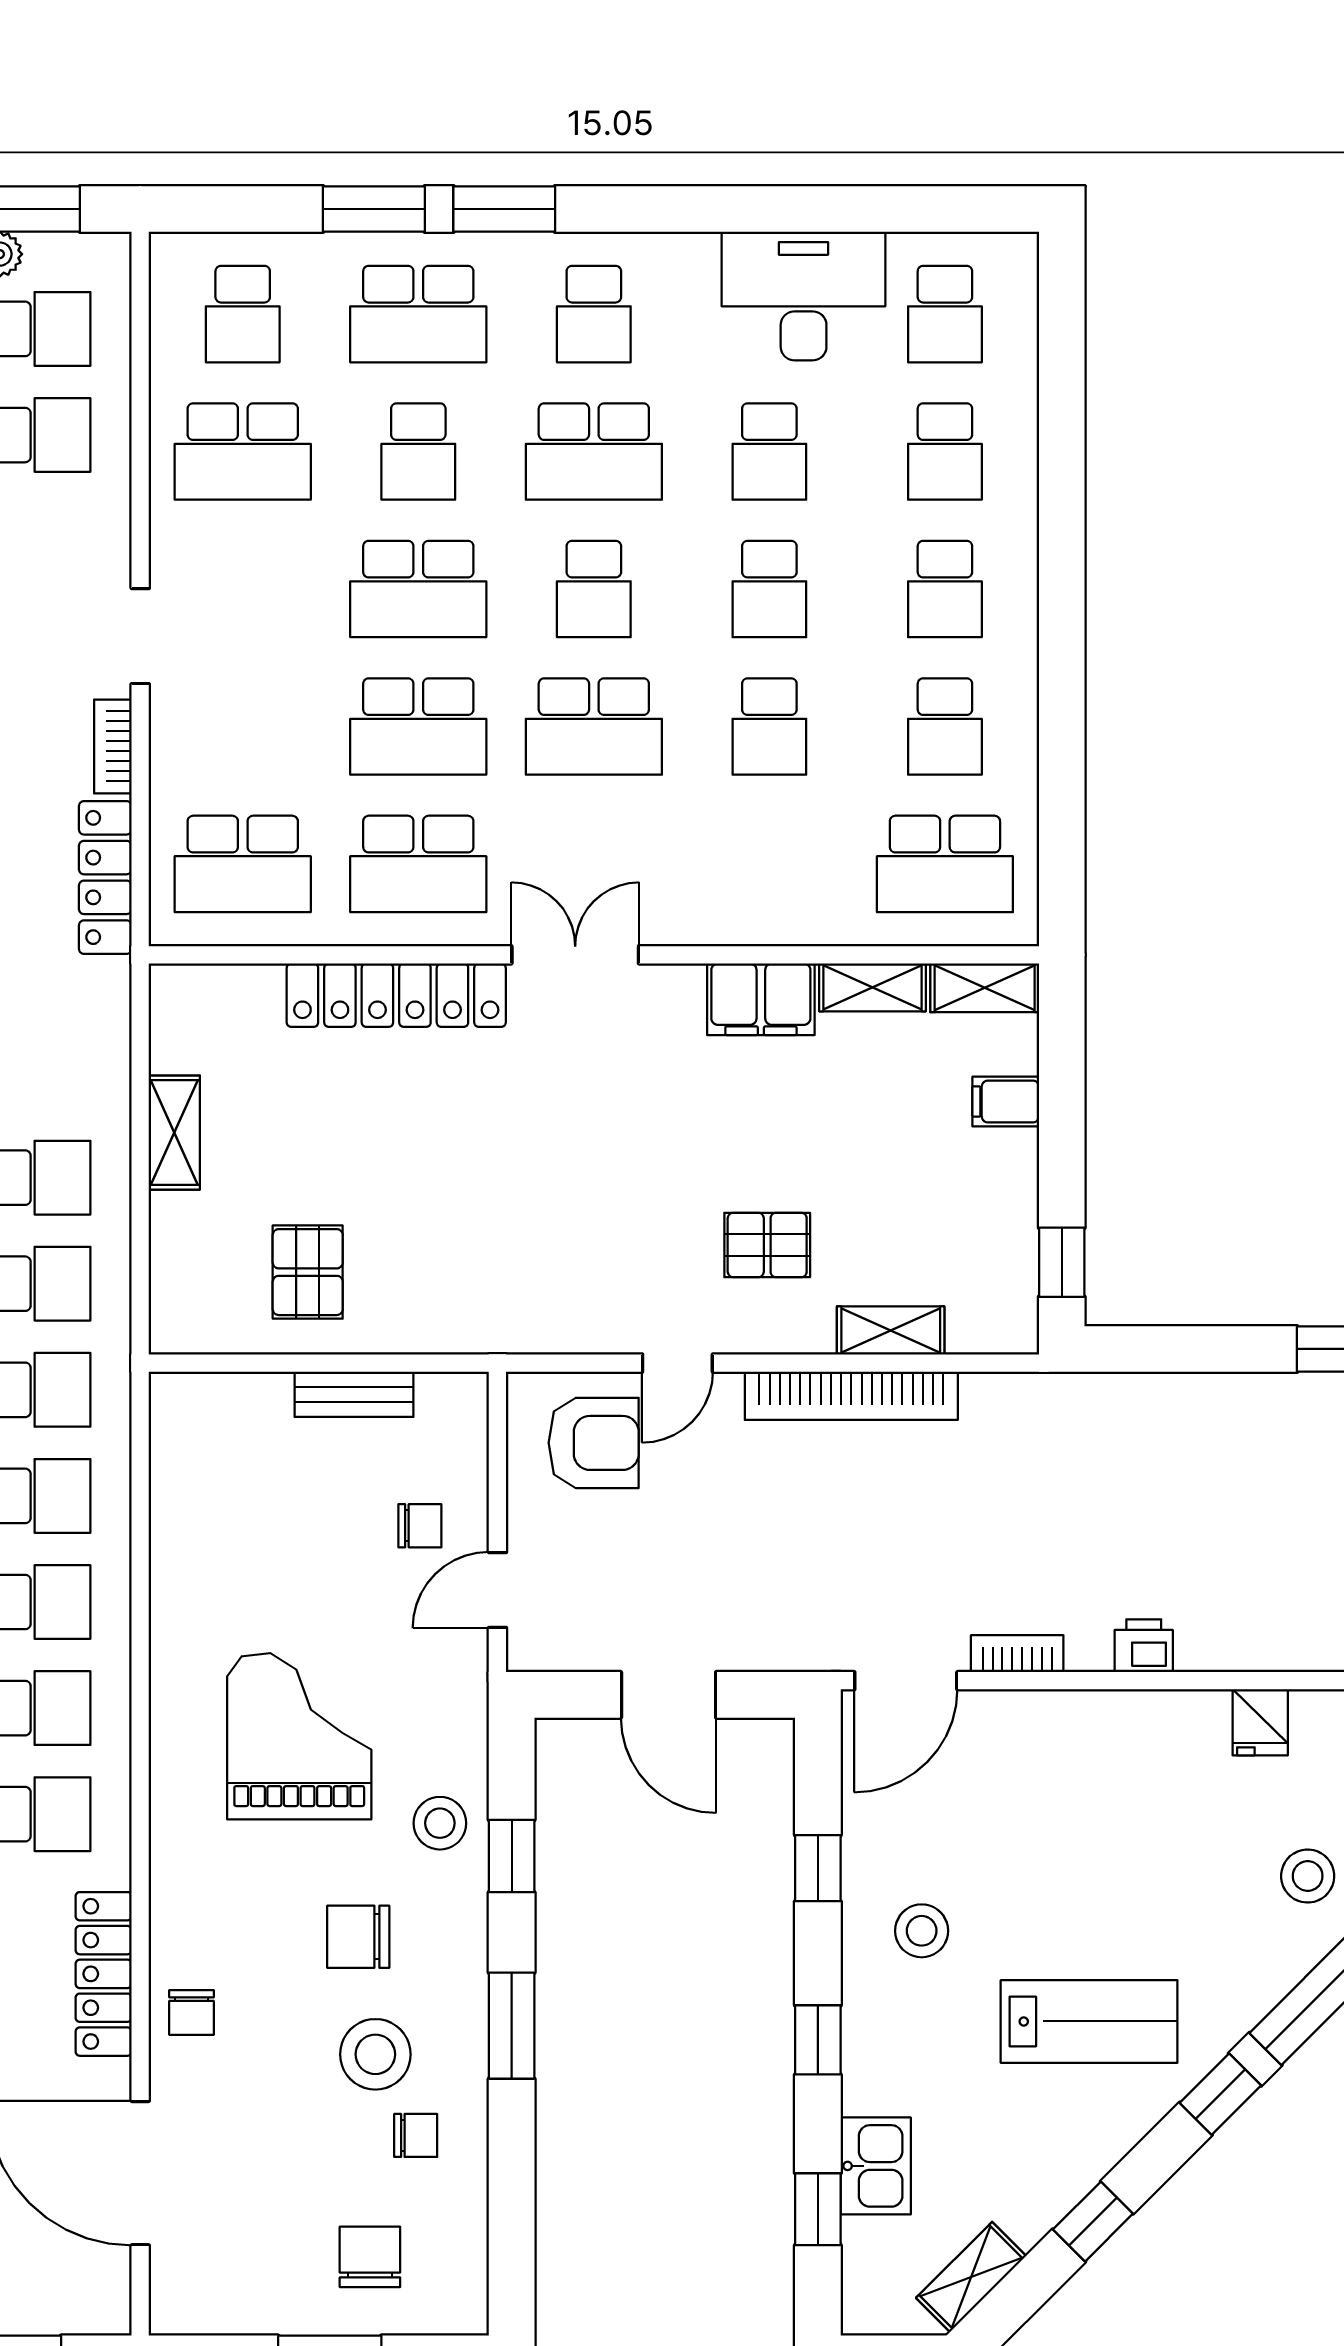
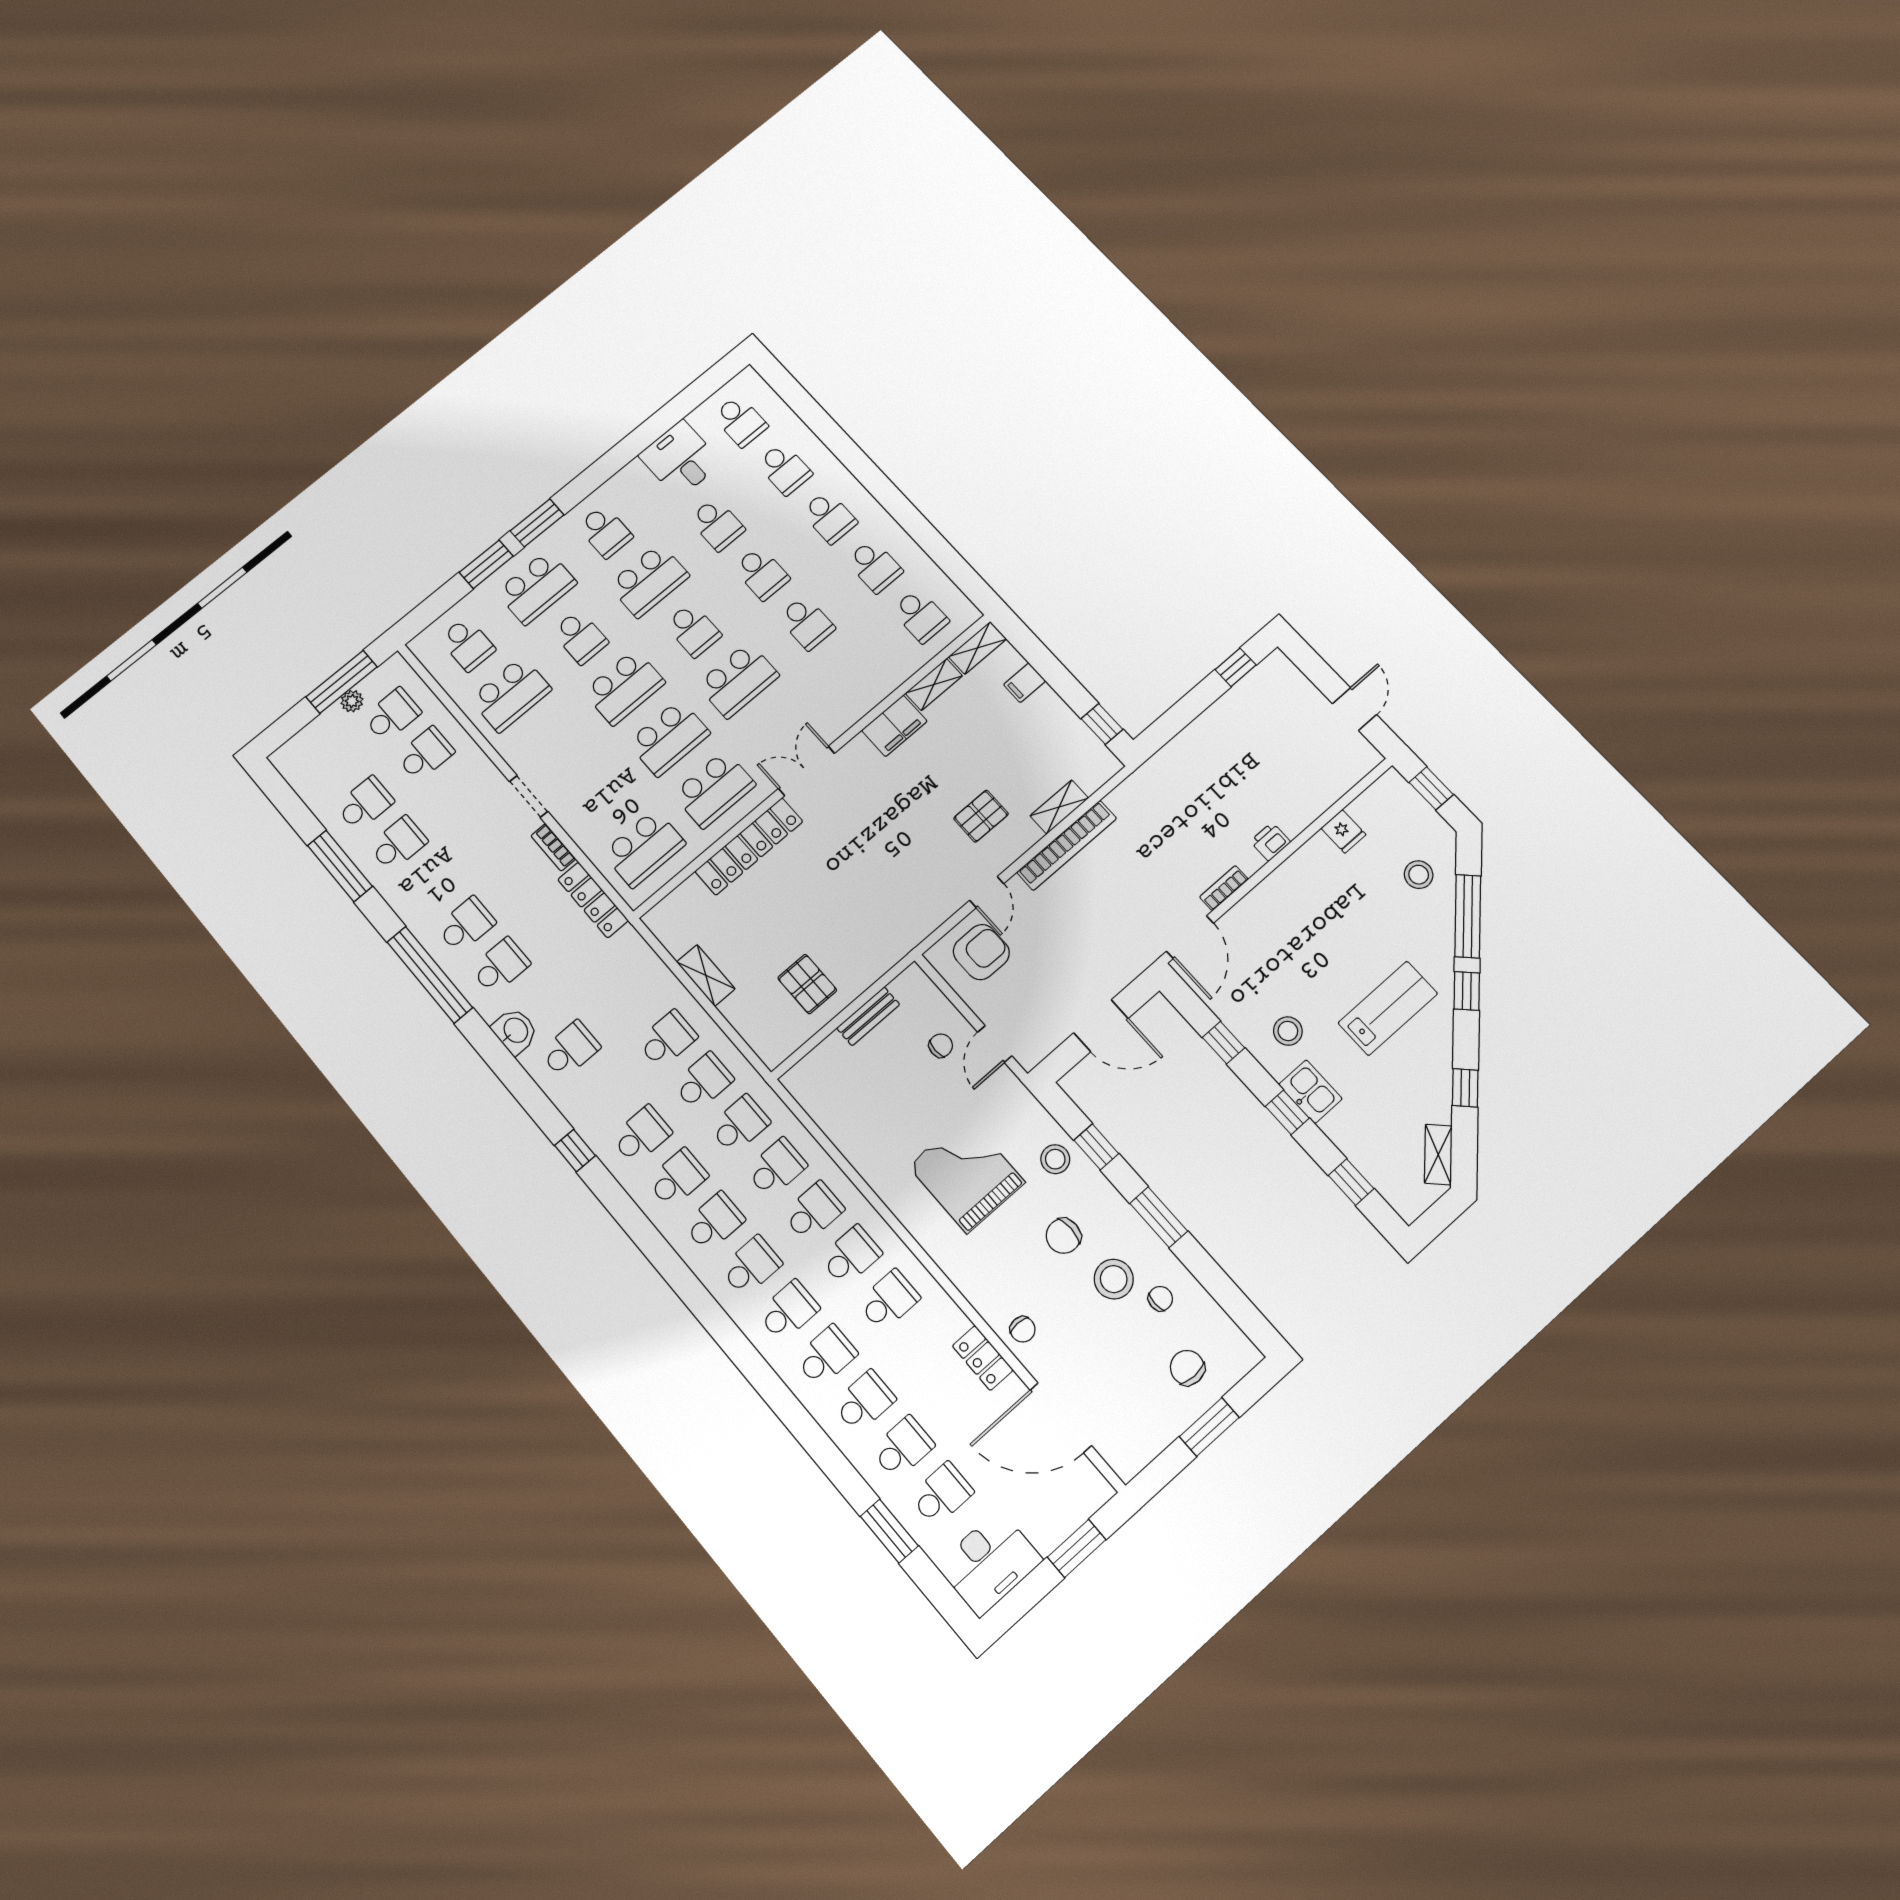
desk: (804, 296) -> (680, 459), width x0.73
school desk: (945, 864) -> (920, 616), width x0.54
locker: (104, 1974) -> (983, 1358), width x0.66
kitchen sink: (876, 2166) -> (1310, 1092), moved

